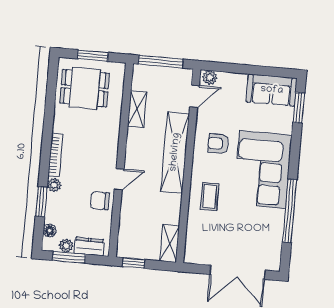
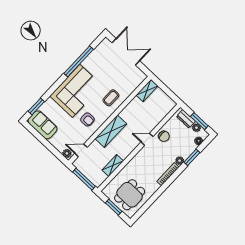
dining table: (85, 88) -> (130, 195), turned 90
shelving: (175, 152) -> (111, 131), width x0.68
window: (134, 263) -> (171, 95), removed

